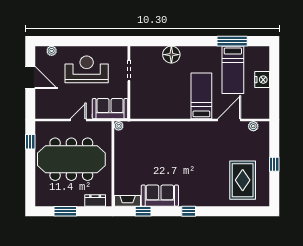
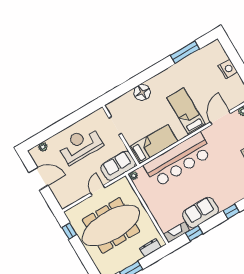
bed: (233, 70) -> (154, 144), moved, turned -90
bar counter: (168, 136) -> (178, 160), added

